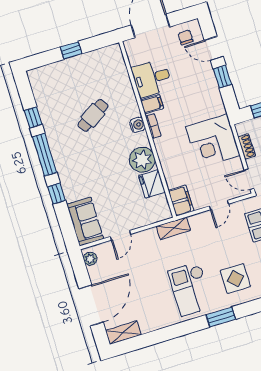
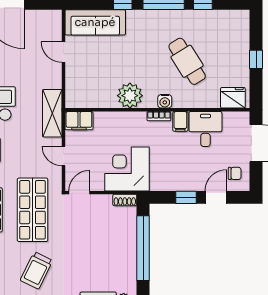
cafe table: (93, 115) -> (187, 61), width x1.37, depth x1.35
shoe rack: (247, 146) -> (125, 200), moved
fridge: (152, 184) -> (233, 98), moved
sofa: (85, 222) -> (95, 22), width x1.36
shelving: (173, 228) -> (52, 113), width x1.50, depth x1.33
plant: (90, 259) -> (50, 16), removed

